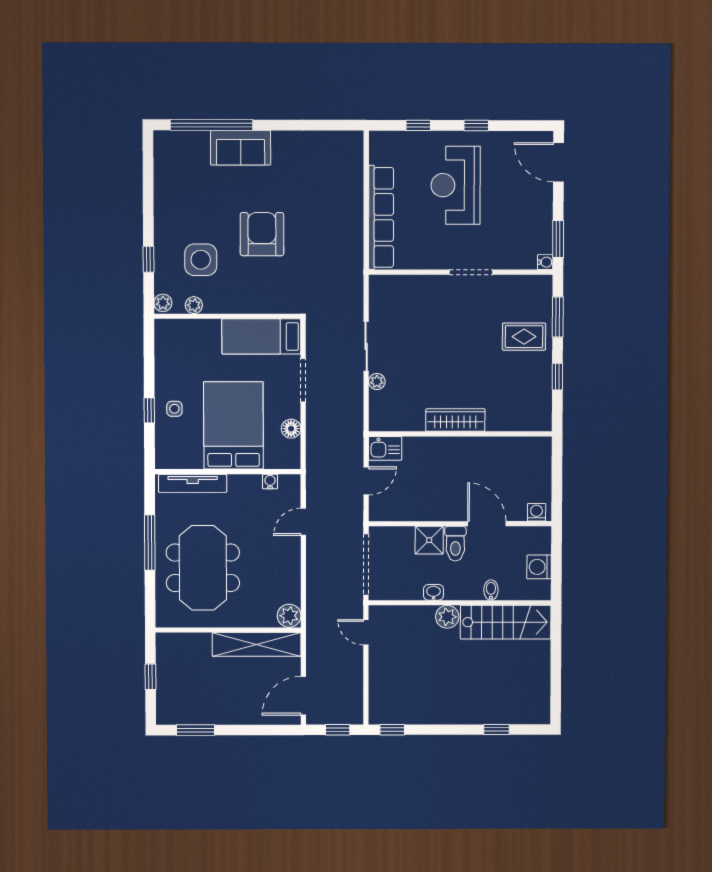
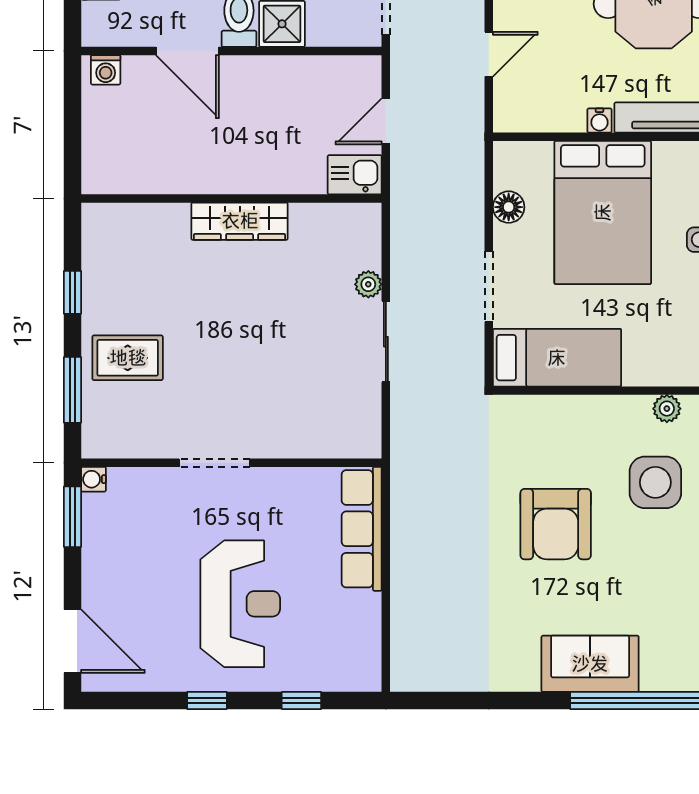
row of seats: (381, 217) -> (362, 529), width x0.73
water cooler: (270, 482) -> (599, 120), moved

